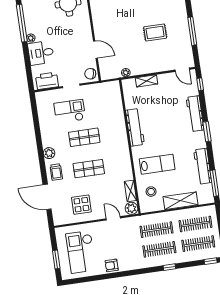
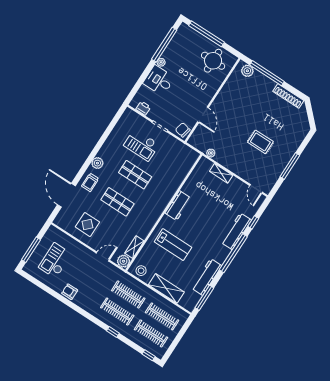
printer: (47, 81) -> (143, 108), width x0.53, depth x0.68
window: (200, 84) -> (253, 222), moved
checkout: (70, 111) -> (141, 145), turned 180
workbench: (135, 127) -> (178, 206), width x0.73
window: (207, 132) -> (233, 253), width x2.11
stool: (151, 192) -> (141, 271), moved
door: (113, 218) -> (103, 257), hinge flipped
checkout: (81, 252) -> (55, 261), width x0.73, depth x0.83
window: (56, 260) -> (31, 250), width x1.44

